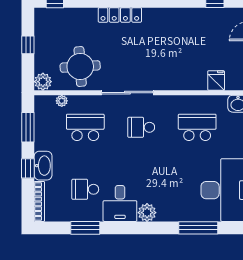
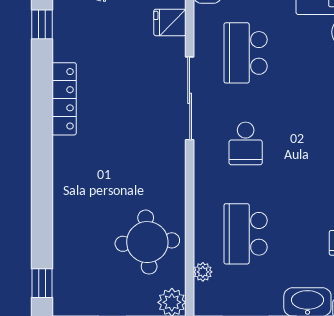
locker: (120, 15) -> (64, 99), moved
sliding door: (127, 93) -> (190, 98), moved

